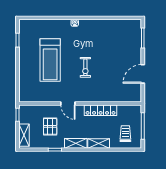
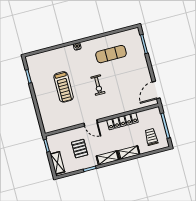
exercise mat: (107, 39) -> (111, 54), added
treadmill: (50, 60) -> (64, 87), width x0.73, depth x0.73
door: (143, 74) -> (156, 90), moved

